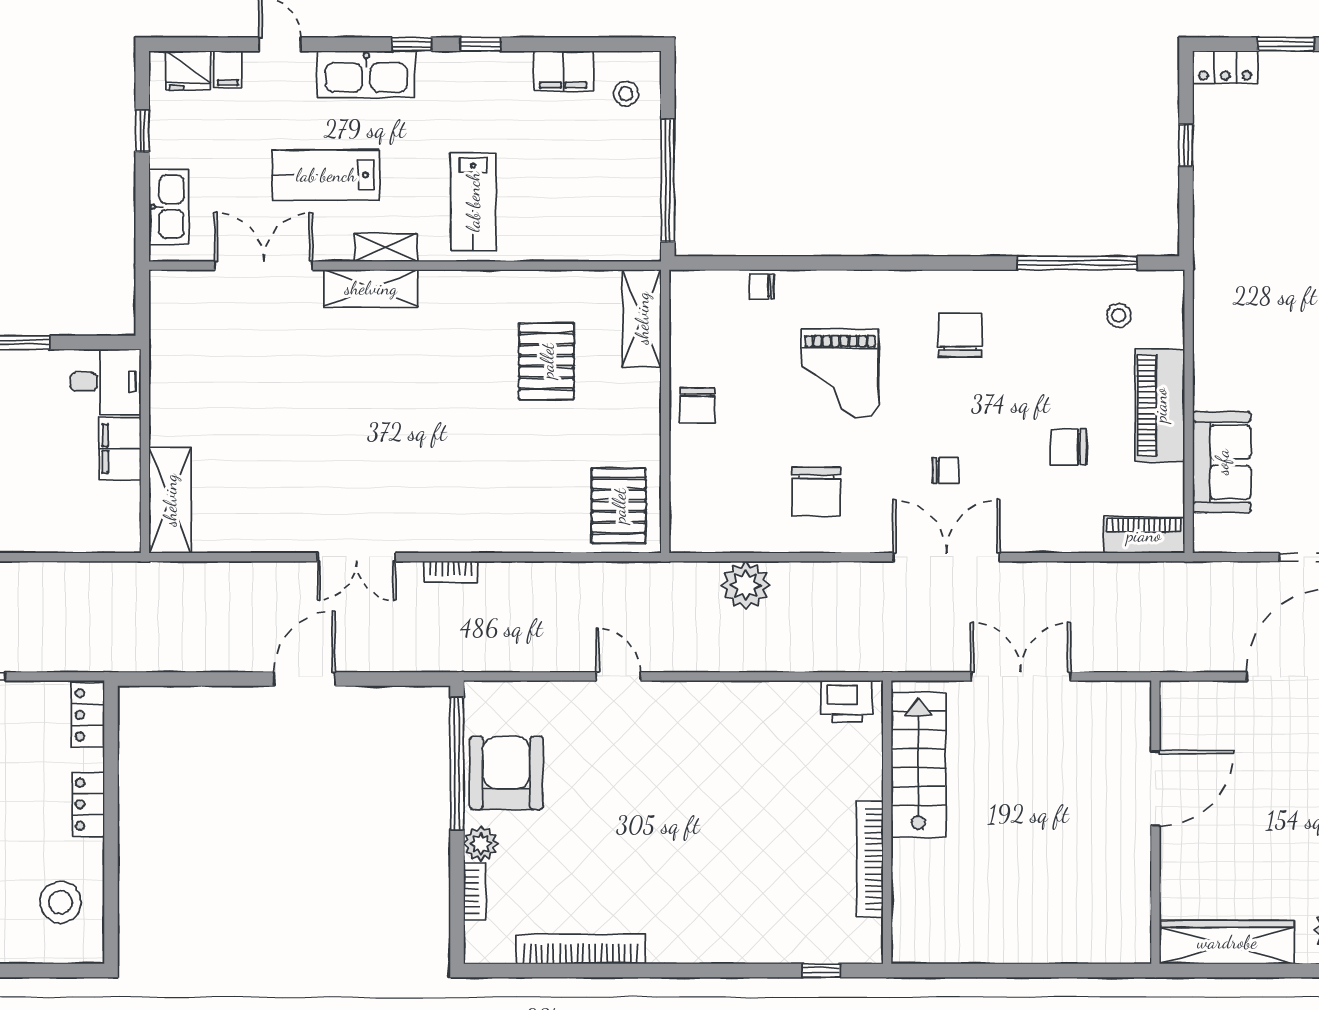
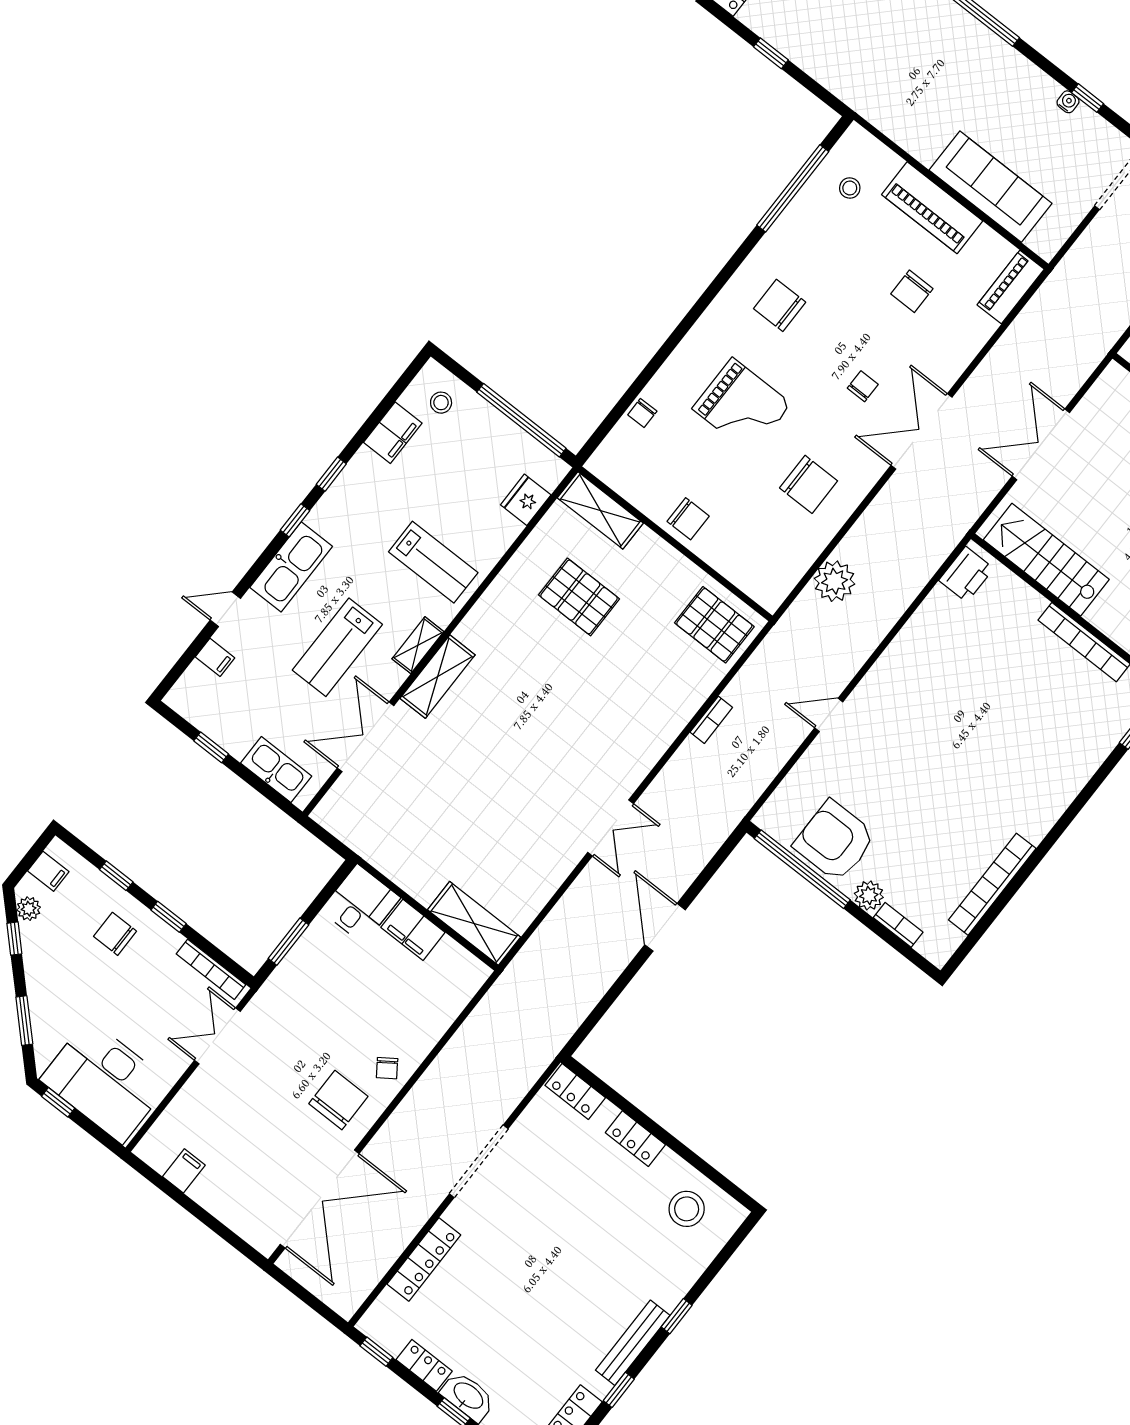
fridge: (188, 71) -> (526, 500), moved, turned 180
sofa: (1222, 462) -> (991, 187), width x1.36
bookcase: (451, 572) -> (711, 720), moved

